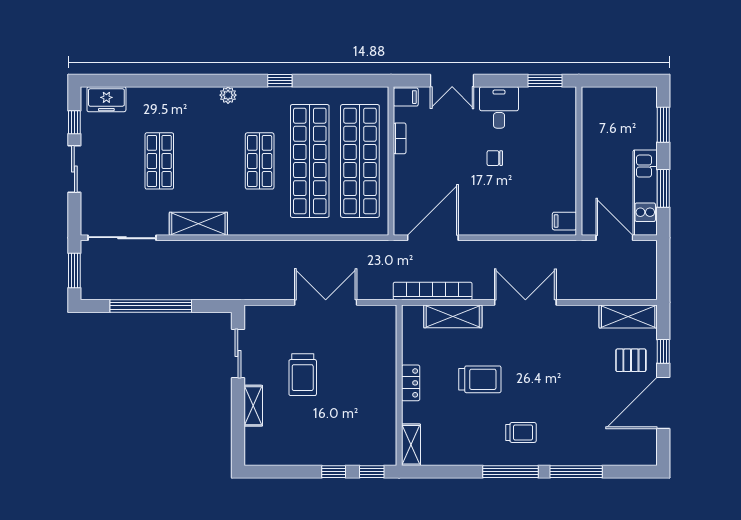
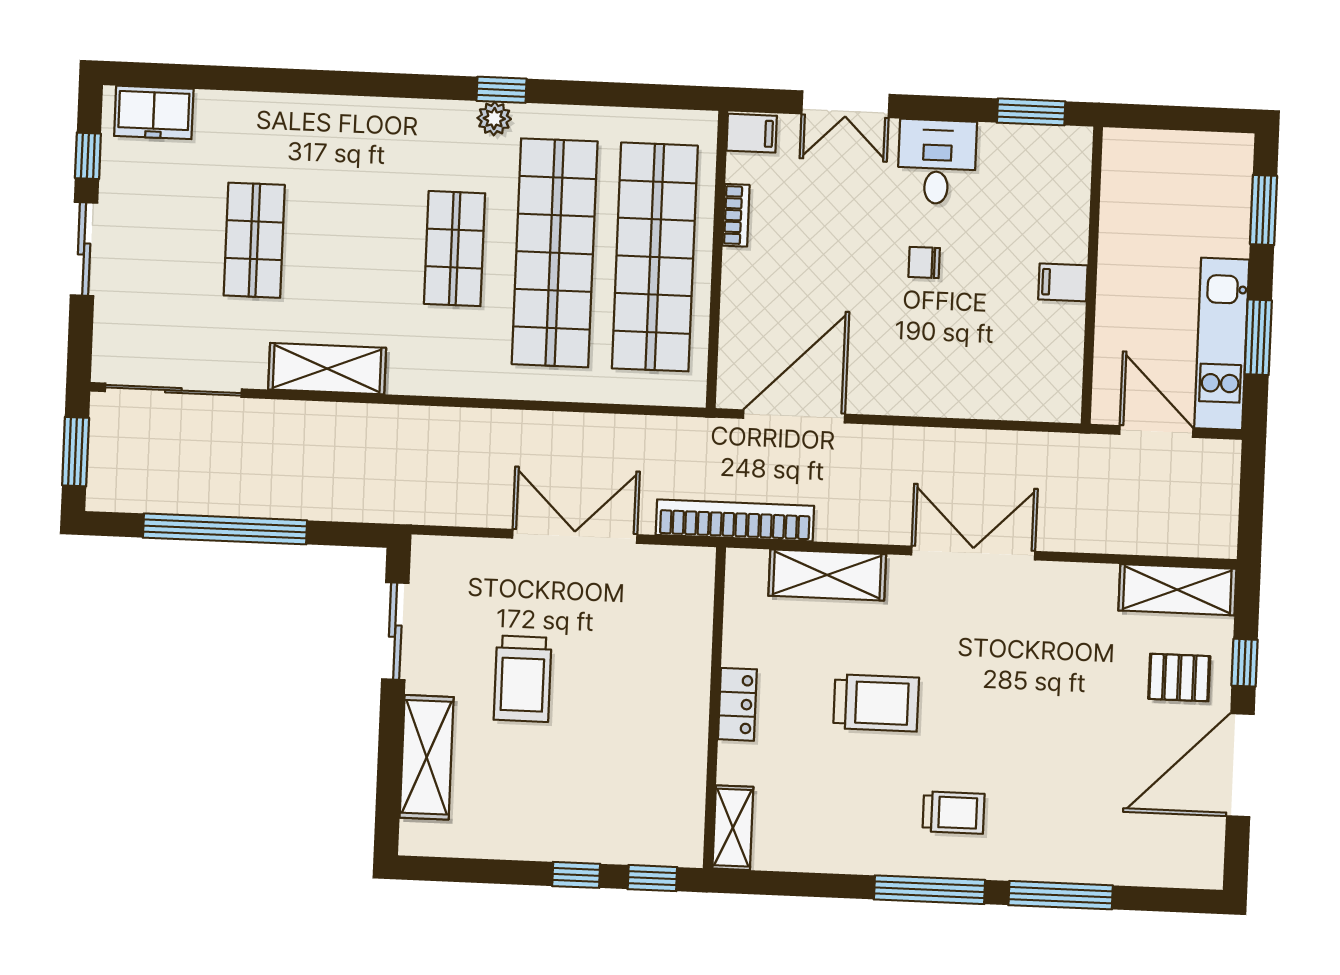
plant: (228, 95) -> (494, 119), moved
filing cabinet: (564, 221) -> (1063, 282), moved
bookcase: (433, 291) -> (735, 520), moved
shelving: (253, 406) -> (427, 757), width x1.50, depth x1.33

